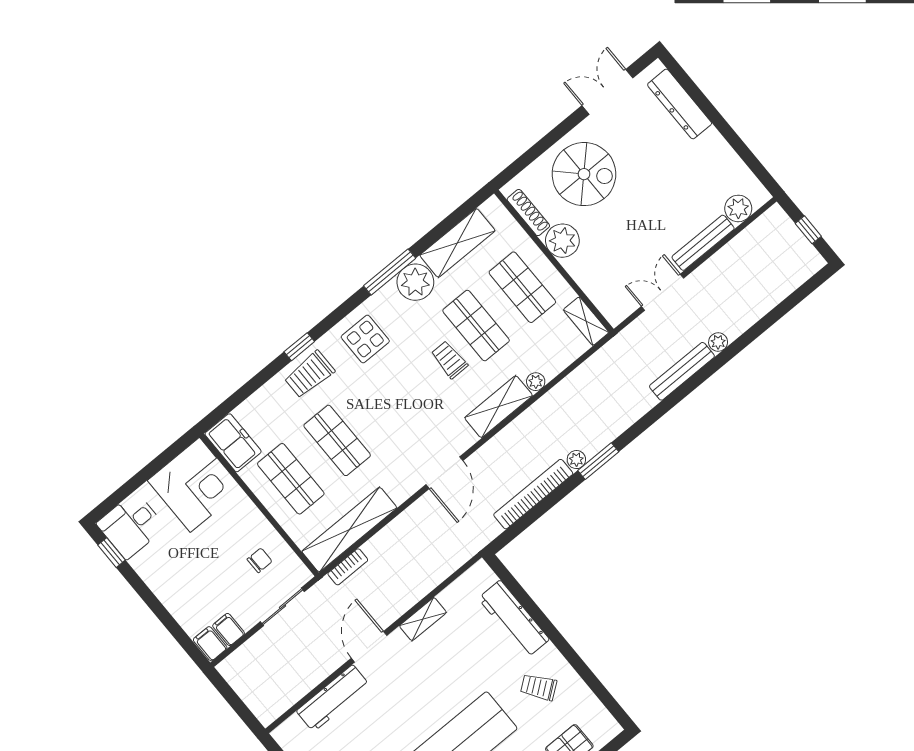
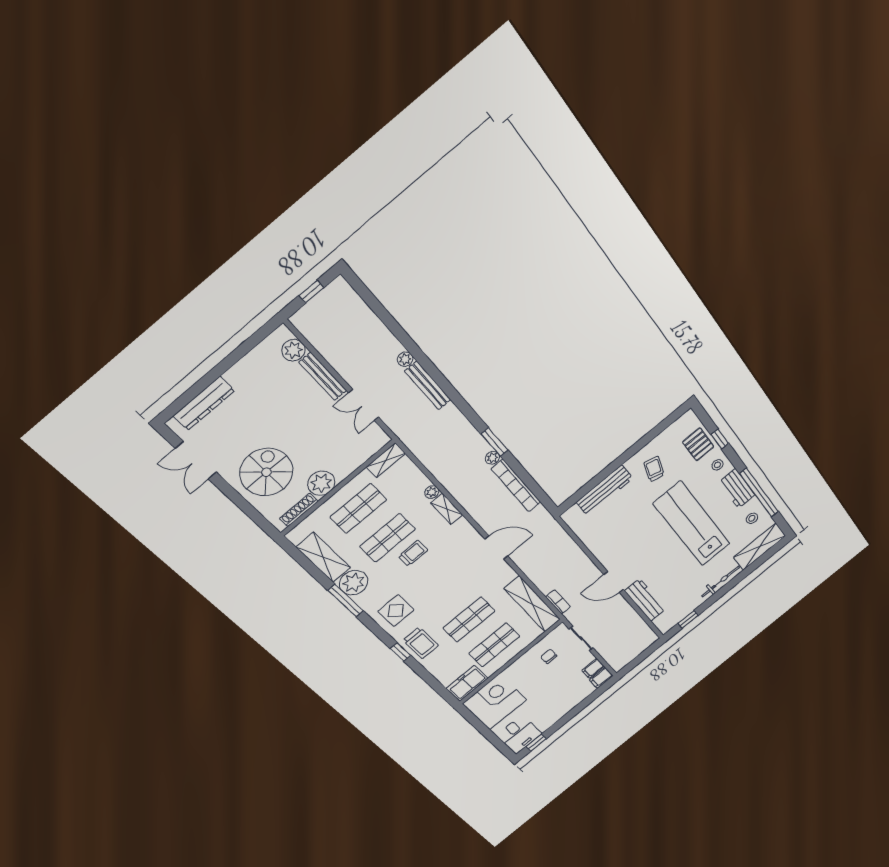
trolley: (449, 360) -> (413, 553), turned 180
shelving: (499, 407) -> (447, 509), width x0.67, depth x0.75
shelving: (423, 619) -> (599, 550), removed
trolley: (539, 687) -> (654, 469), turned 144

